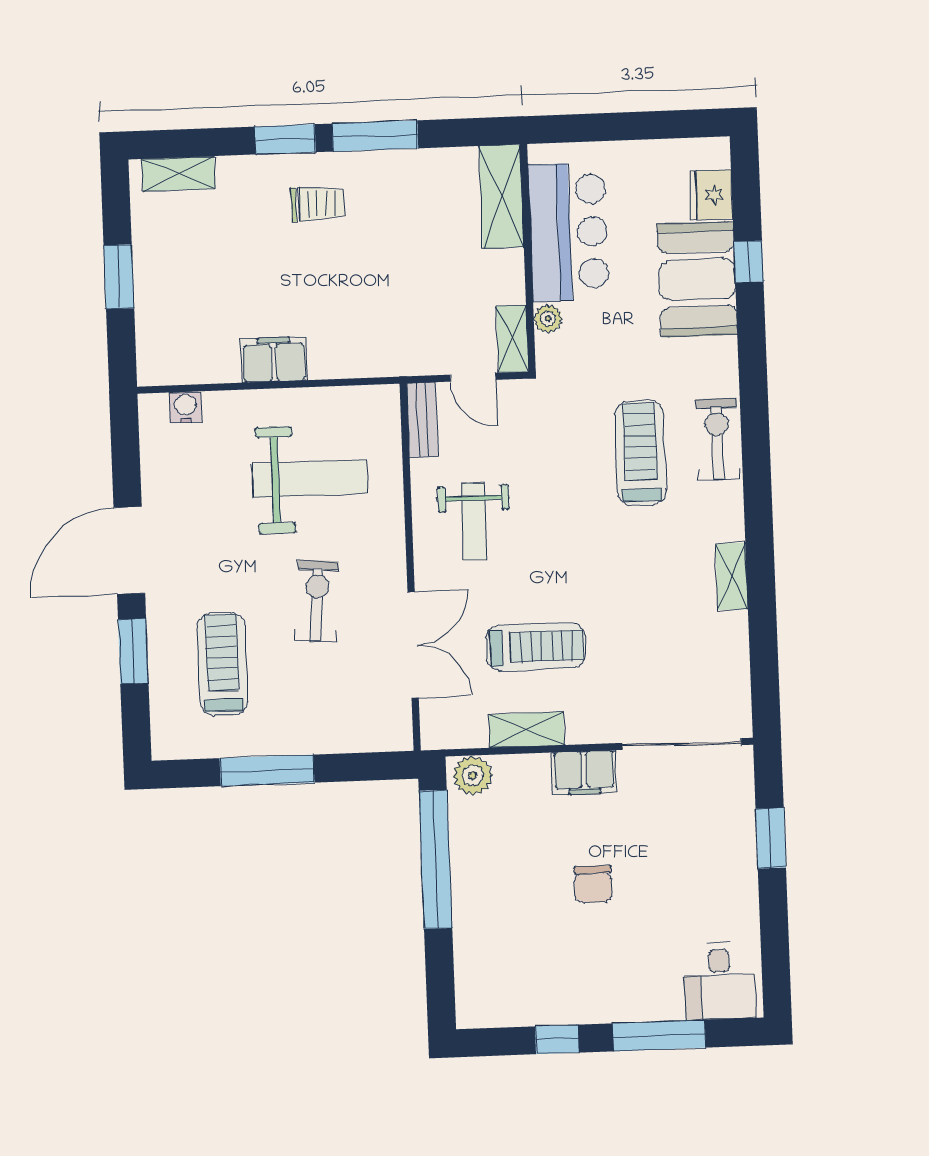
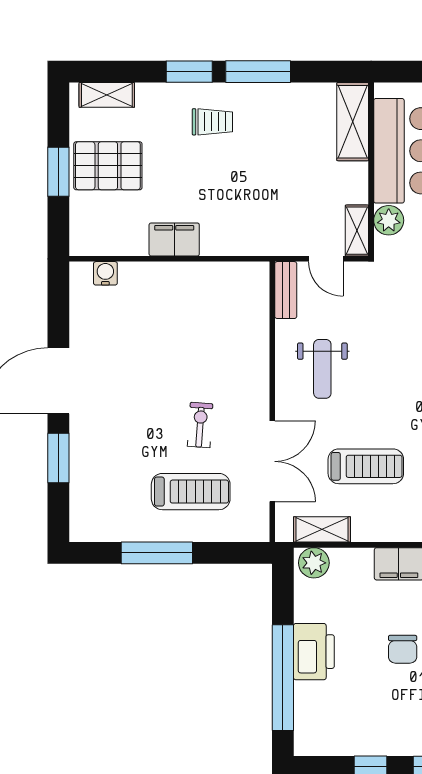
pallet: (183, 267) -> (108, 166), added
plant: (548, 319) -> (389, 220), width x1.38, depth x1.38
weight bench: (310, 479) -> (198, 332), removed
exercise bike: (317, 601) -> (200, 425), width x0.73, depth x0.72
treadmill: (223, 664) -> (191, 492), moved, turned 90
shelving: (527, 730) -> (322, 529), moved
window: (435, 859) -> (283, 678), moved
printer: (477, 892) -> (314, 652), added

